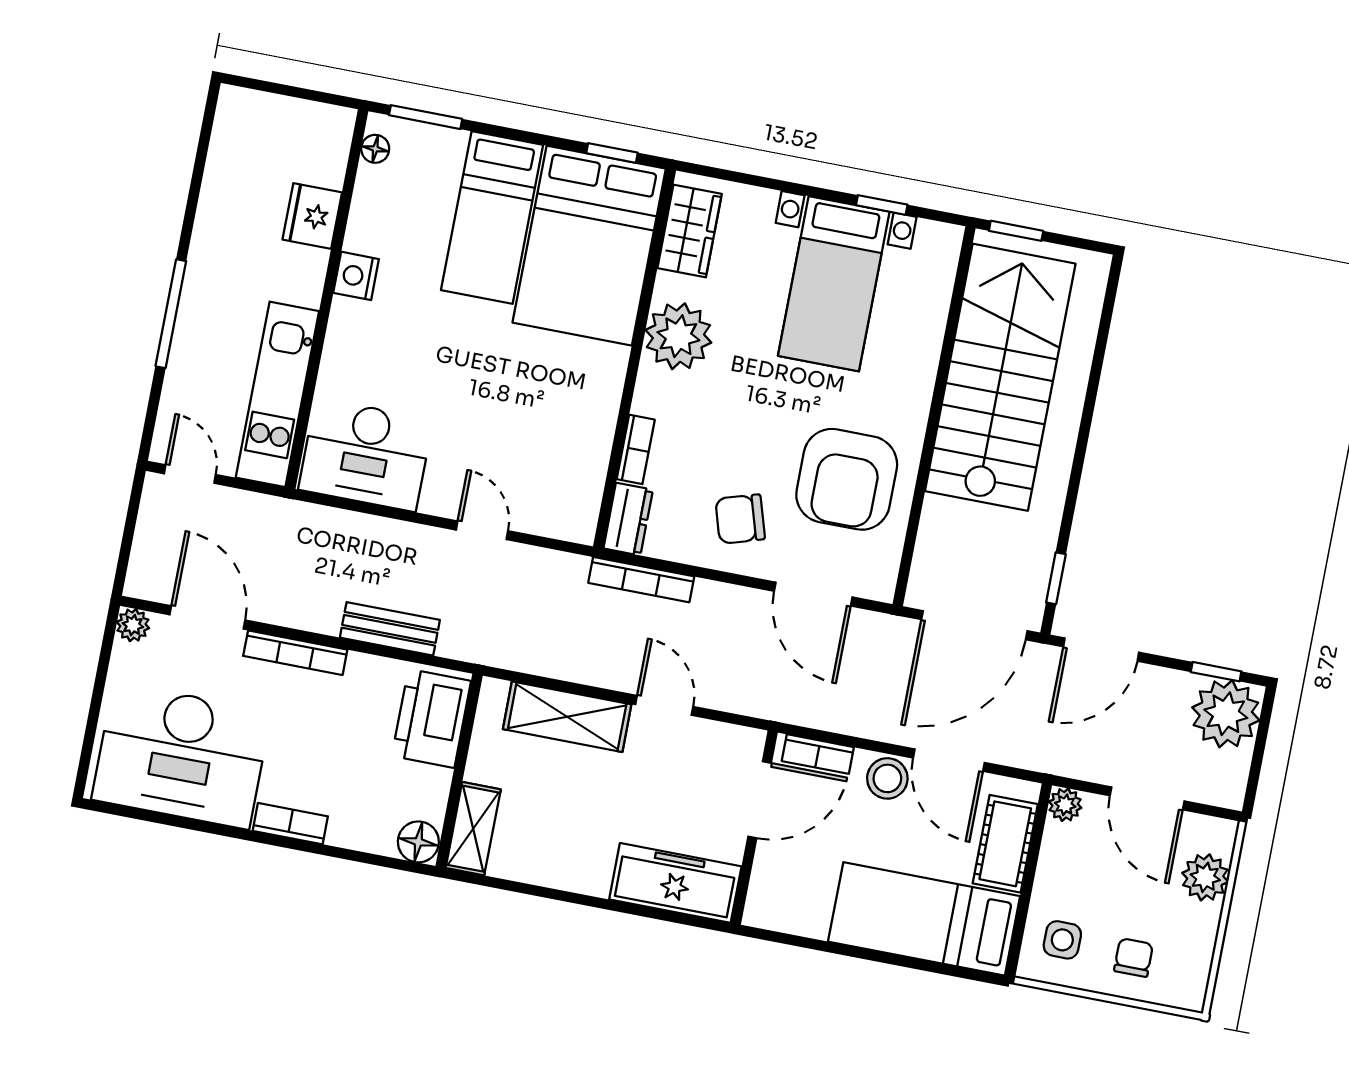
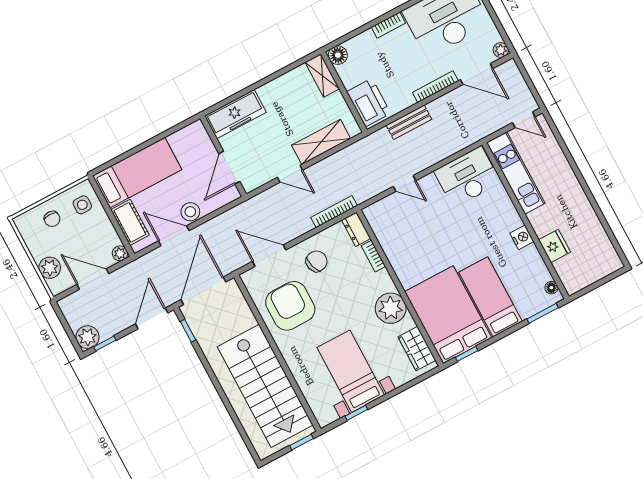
window: (171, 314) -> (576, 171), removed
plant: (1226, 714) -> (87, 337), width x0.73, depth x0.73
bookcase: (818, 754) -> (222, 200), removed

